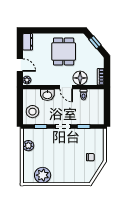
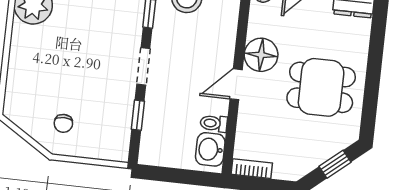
floor lamp: (80, 78) -> (261, 55), moved
washbasin: (47, 95) -> (210, 149), moved

